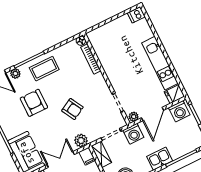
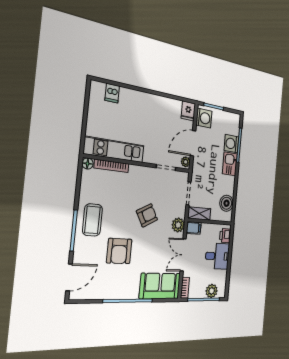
dishwasher: (136, 15) -> (112, 93), moved
kitchen unit: (160, 63) -> (114, 150), moved, turned 180
plant: (15, 74) -> (79, 254), removed
armchair: (34, 103) -> (119, 251), turned -90
door: (153, 114) -> (193, 143), swing flipped
washing machine: (133, 134) -> (231, 144), moved, turned 180

